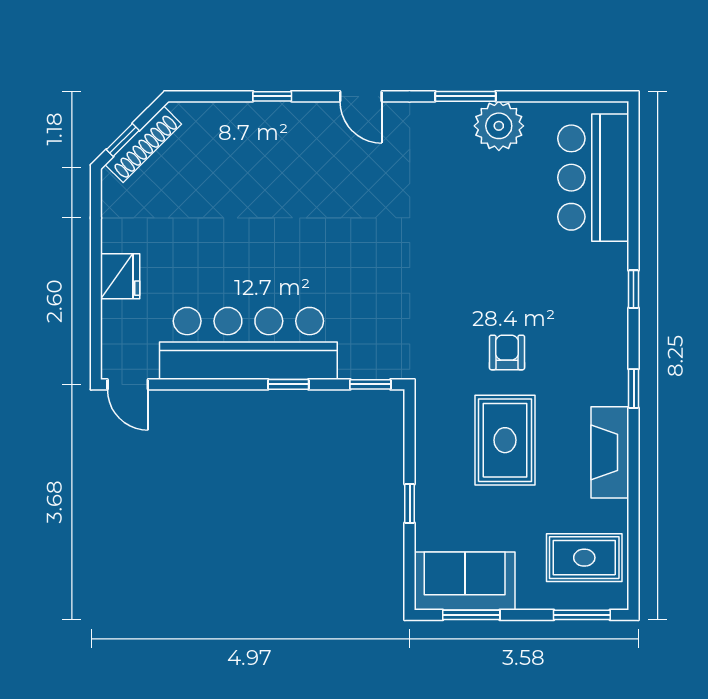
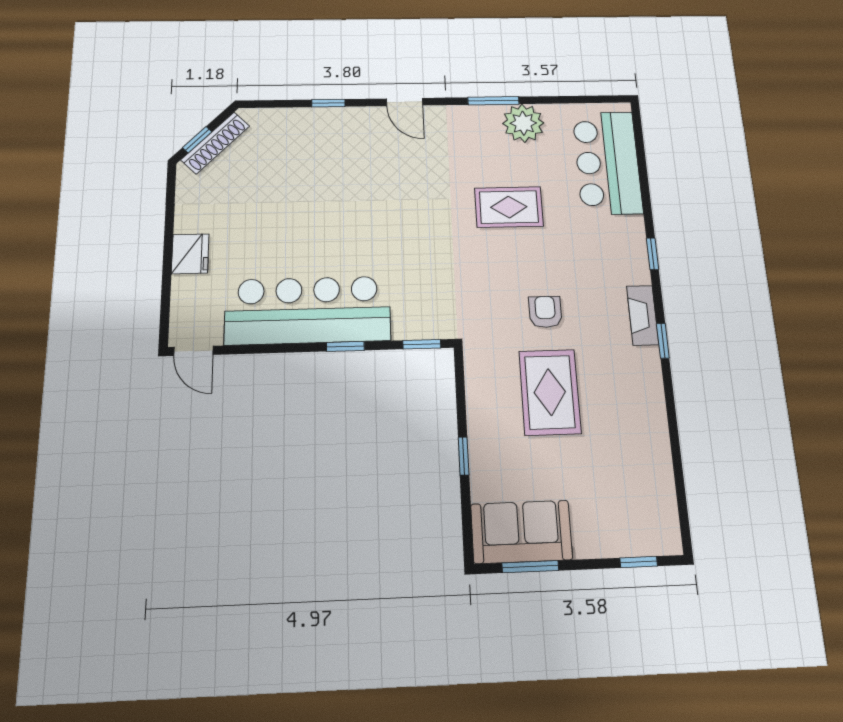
fireplace: (610, 452) -> (643, 315), moved, width x0.73, depth x0.76
rug: (584, 558) -> (509, 207), moved
window: (582, 615) -> (639, 562), width x0.67

